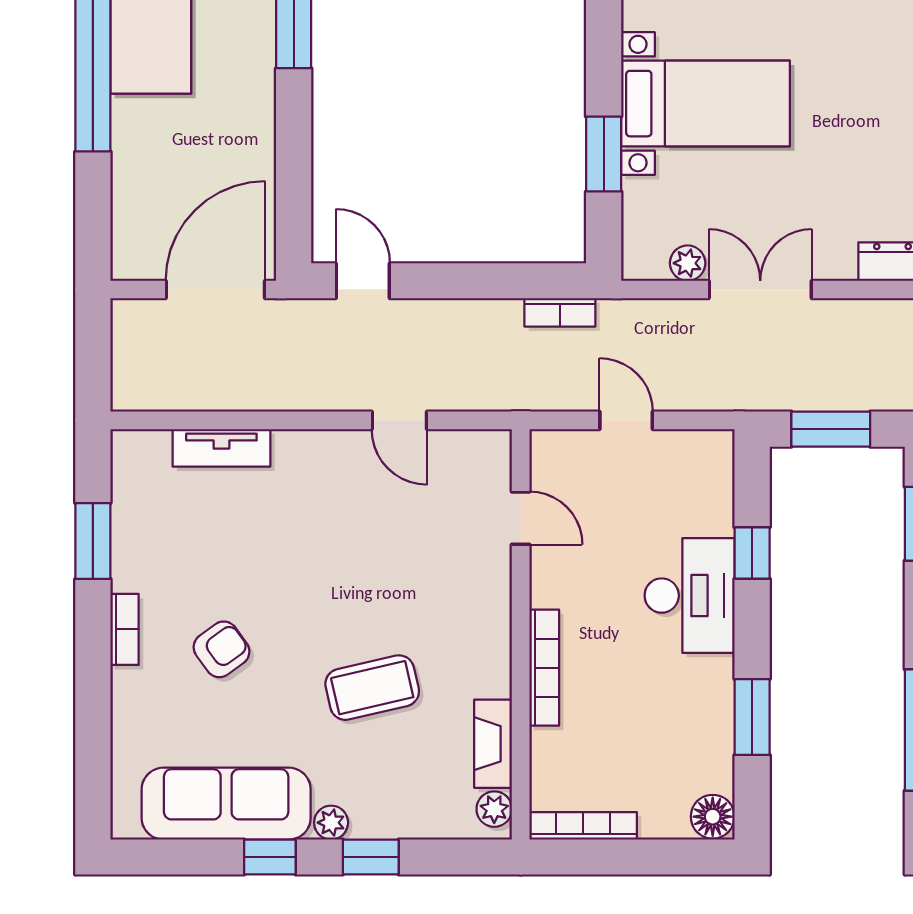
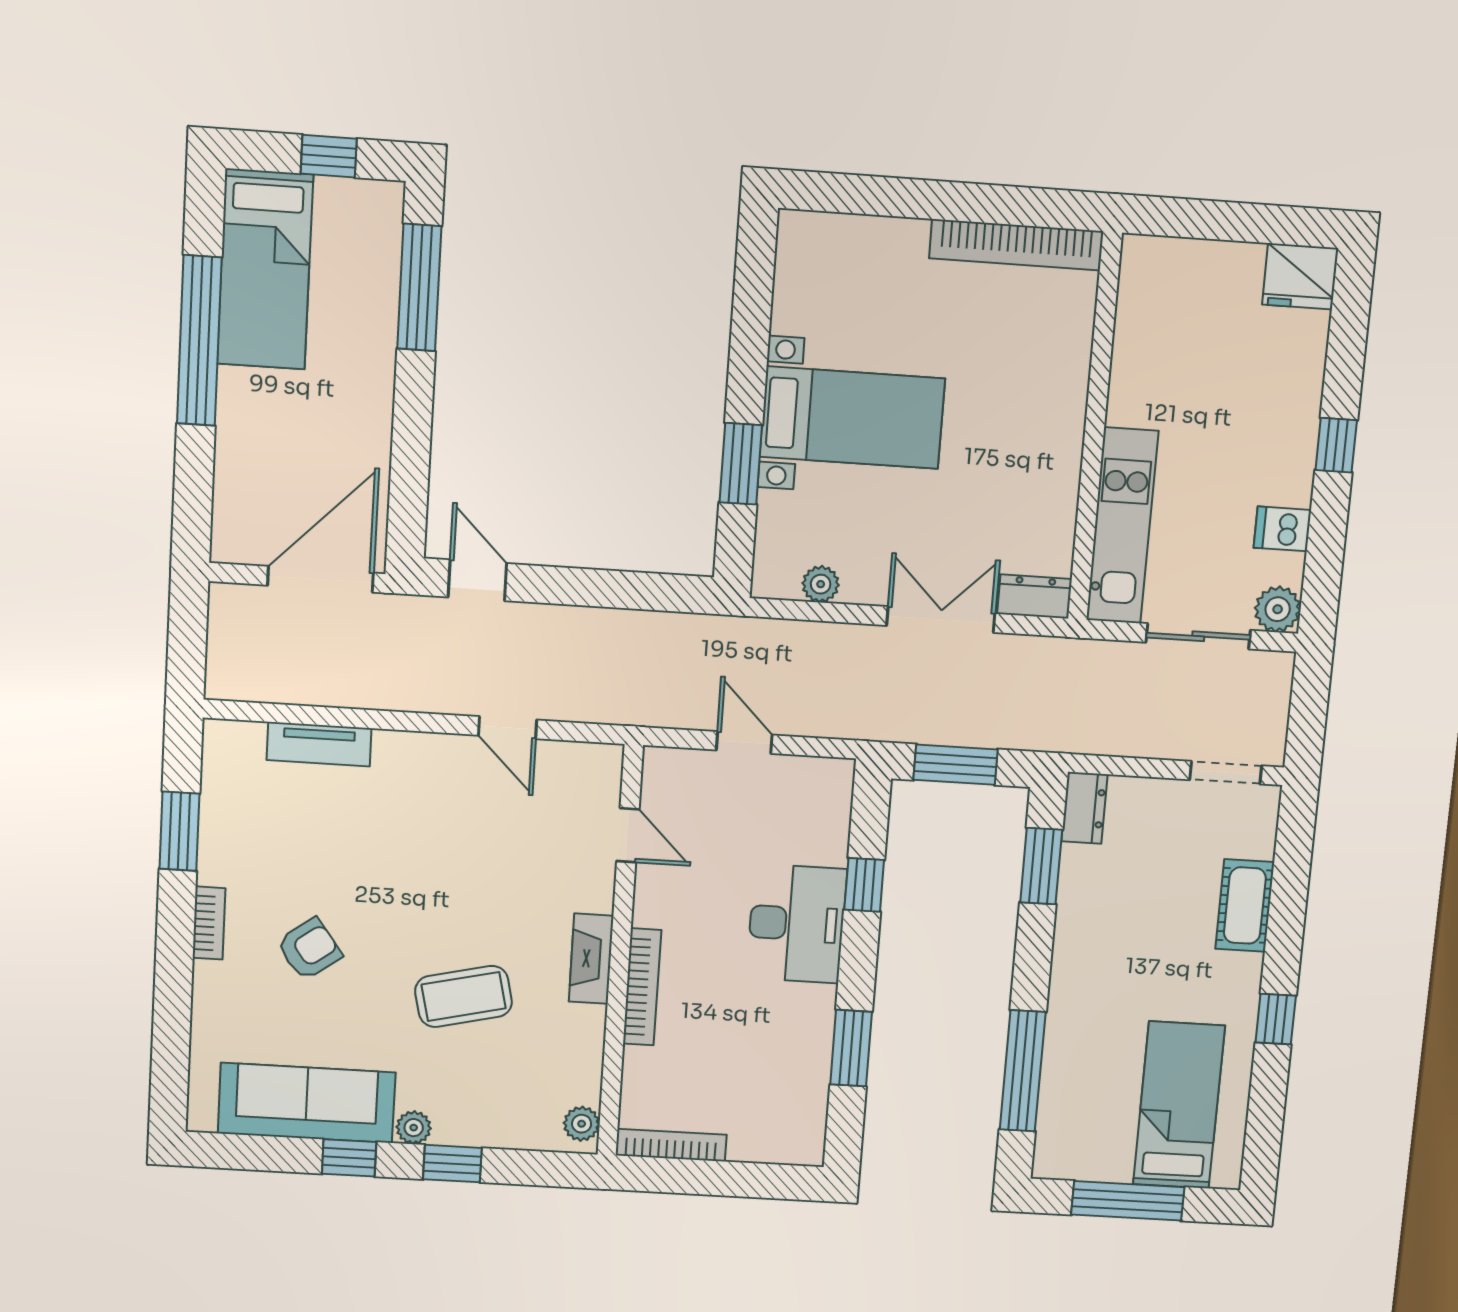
double door: (760, 289) -> (941, 620), moved
bookcase: (560, 312) -> (683, 627), removed
fireplace: (493, 744) -> (591, 959), moved
floor lamp: (713, 817) -> (803, 1144), removed

